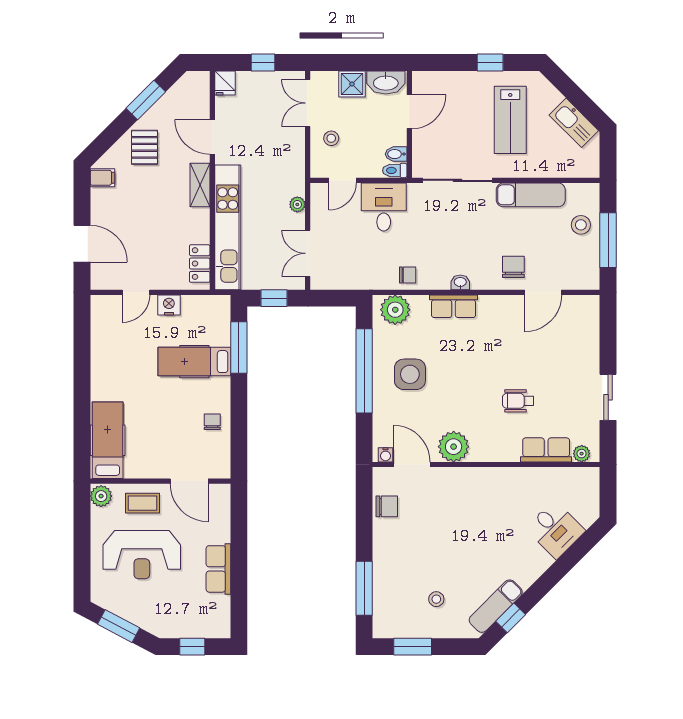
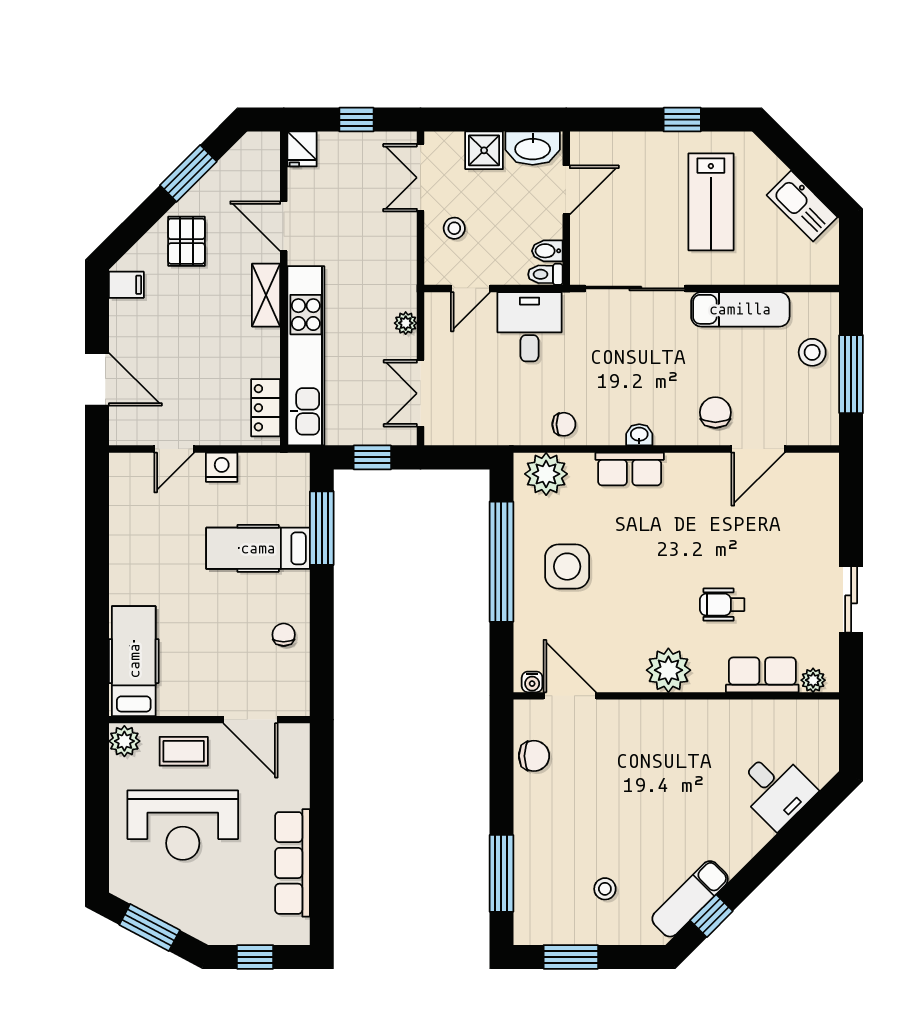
plant: (454, 447) -> (668, 670), moved
row of seats: (218, 569) -> (293, 863), width x1.48

